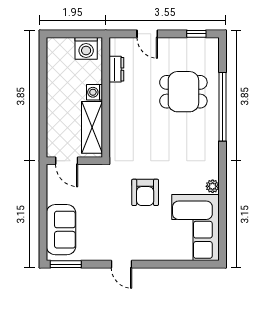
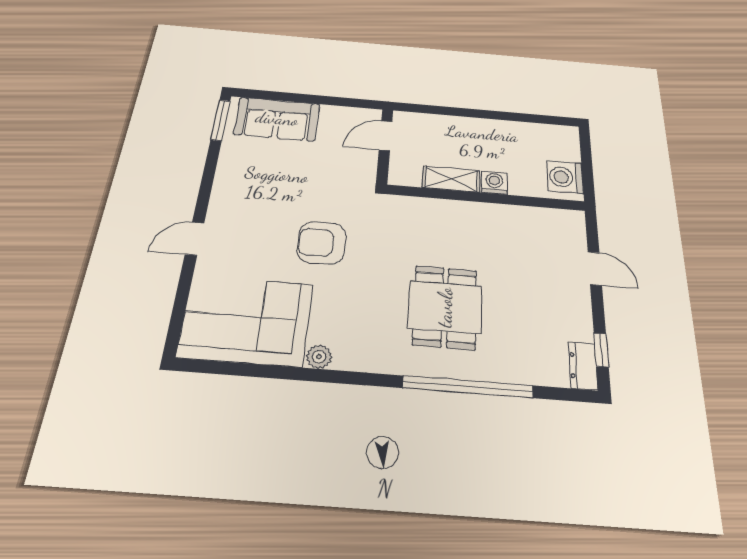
door: (147, 34) -> (595, 268), swing flipped
dresser: (116, 69) -> (583, 366), moved, turned 90
dining table: (183, 92) -> (445, 307), moved
shelving: (92, 127) -> (451, 179), width x0.67, depth x0.75
door: (122, 264) -> (195, 239), moved

